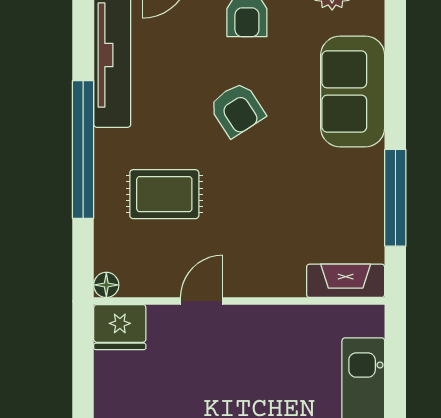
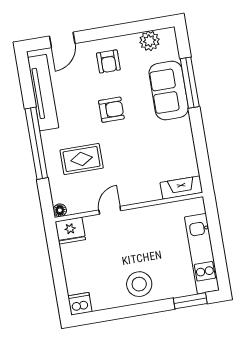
armchair: (237, 110) -> (111, 110), turned -57
window: (395, 198) -> (190, 83), moved

